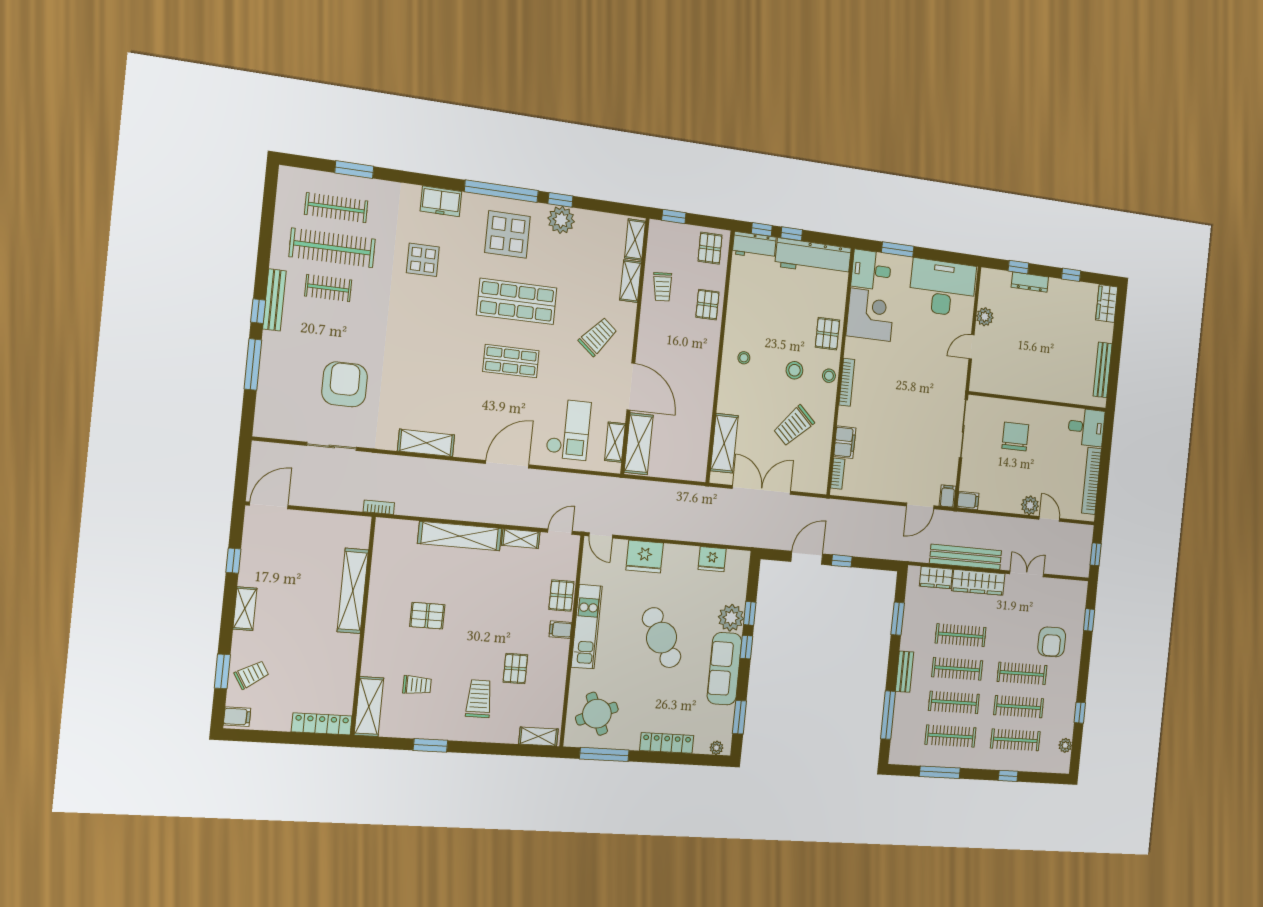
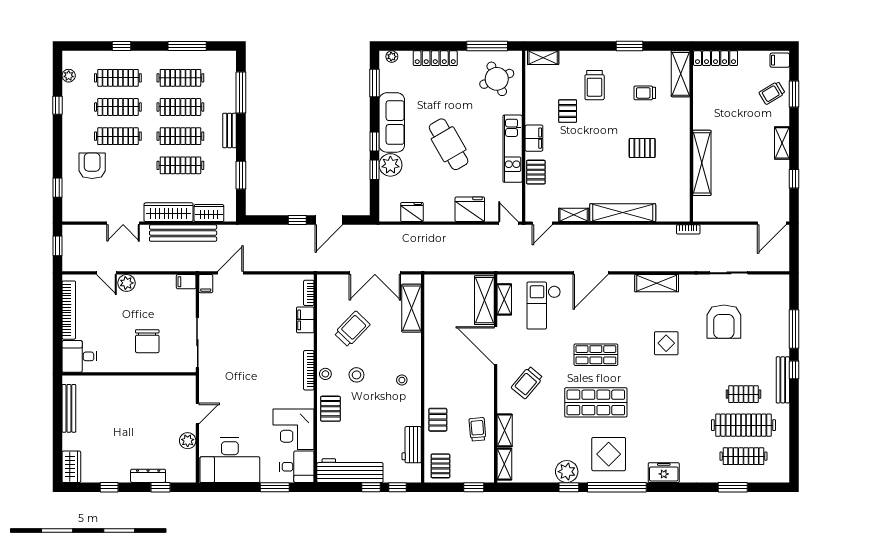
workbench: (754, 246) -> (412, 445), moved, turned -90
display table: (423, 260) -> (666, 343), moved
filing cabinet: (560, 630) -> (534, 138), width x2.00

